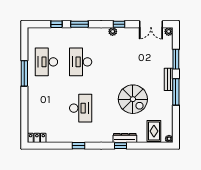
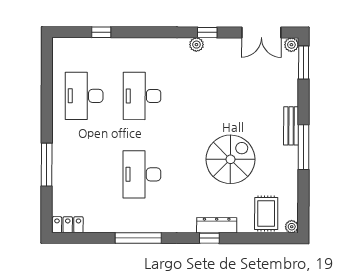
window: (79, 24) -> (140, 32), removed
window: (176, 59) -> (304, 63), moved
window: (24, 73) -> (47, 165), moved
spiral stairs: (133, 99) -> (230, 159), turned -90
desk: (81, 108) -> (142, 174), turned 180
window: (79, 146) -> (138, 238), width x2.17

